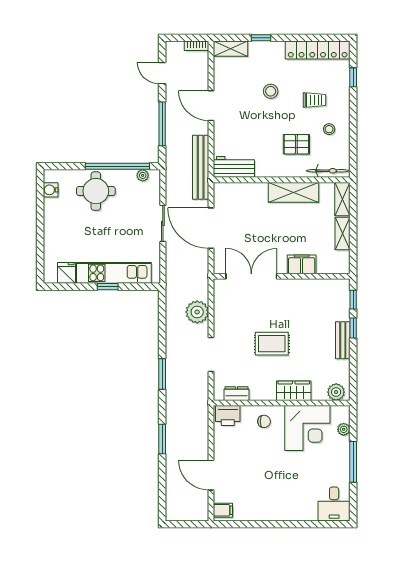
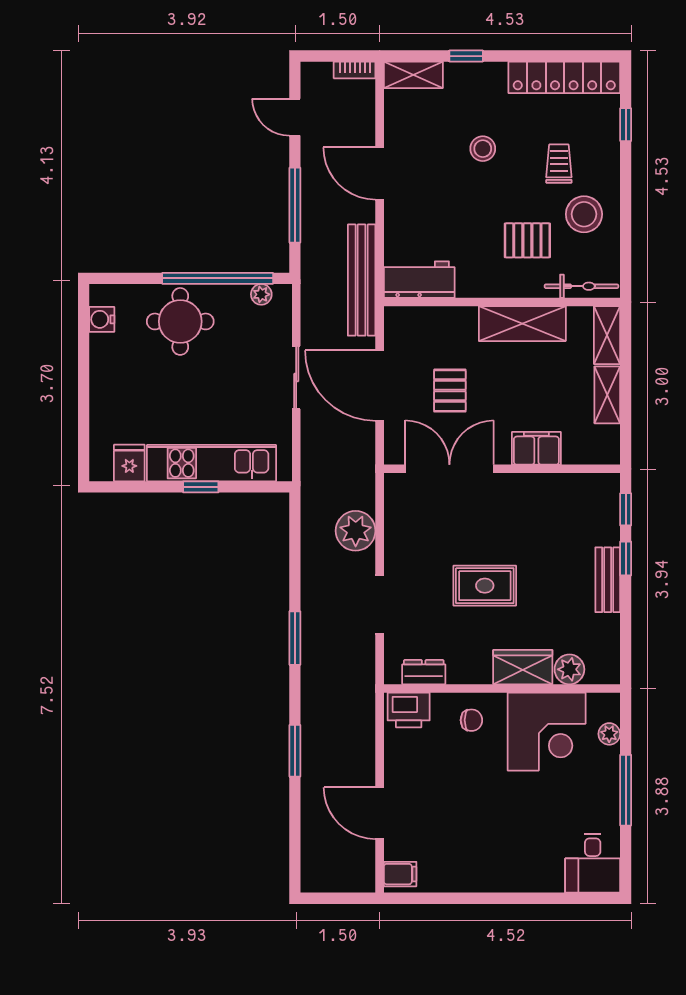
trolley: (315, 100) -> (559, 164), turned -90
stool: (329, 129) -> (584, 214), width x1.89, depth x1.89
pallet: (252, 231) -> (450, 391), added
plant: (336, 392) -> (569, 669), moved

